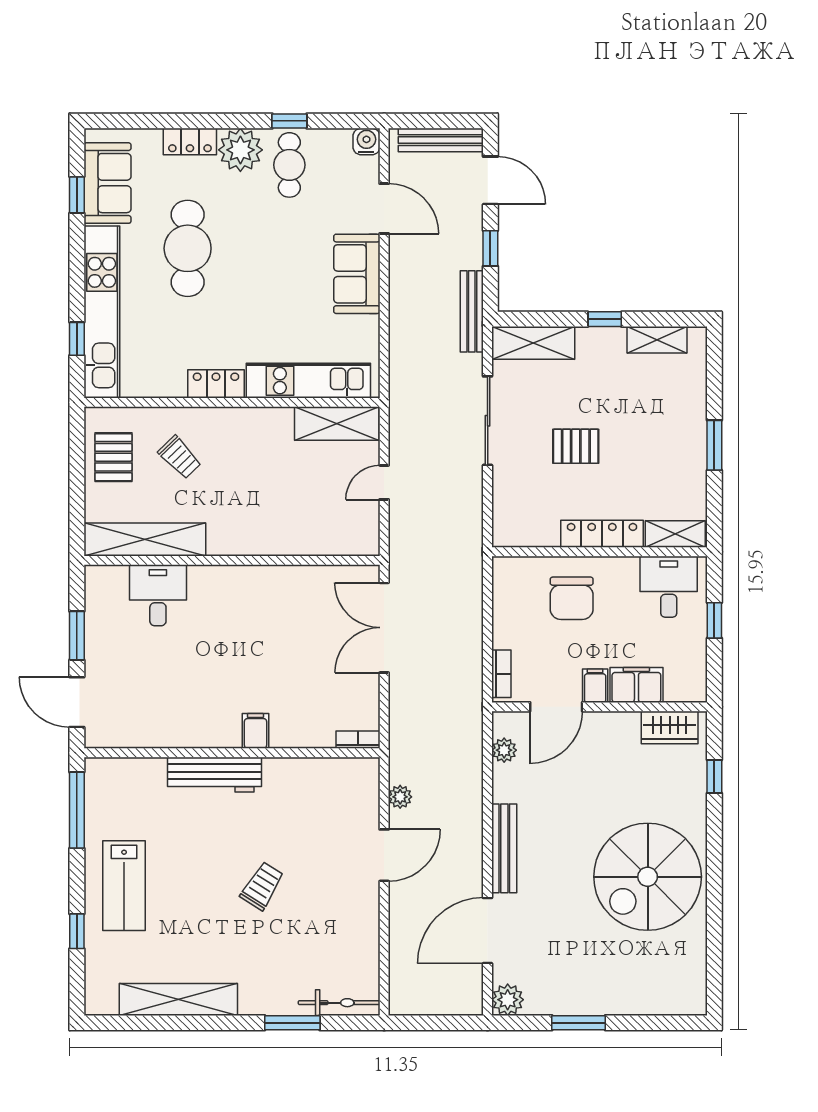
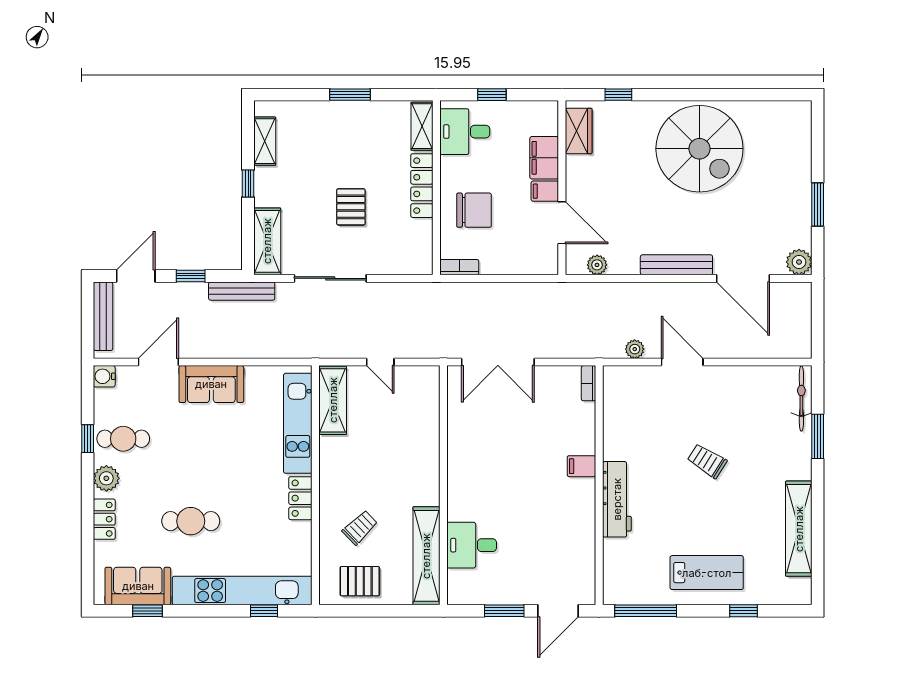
plant: (240, 150) -> (106, 478), width x0.73, depth x0.73
cafe table: (188, 248) -> (191, 521), width x0.73, depth x0.74
bookcase: (501, 674) -> (459, 267), moved

